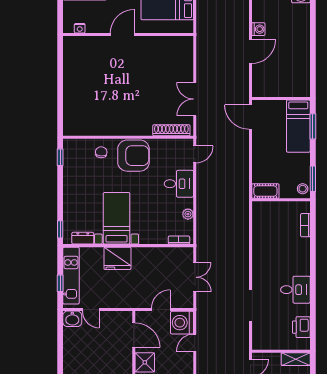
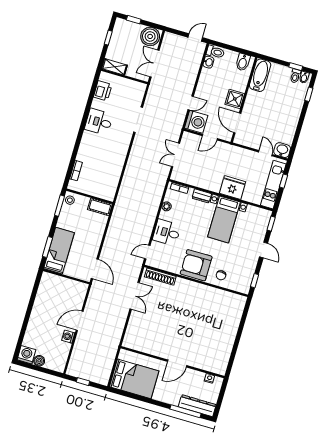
door: (60, 196) -> (263, 250), added
dresser: (83, 238) -> (202, 196), moved

